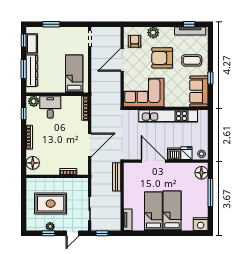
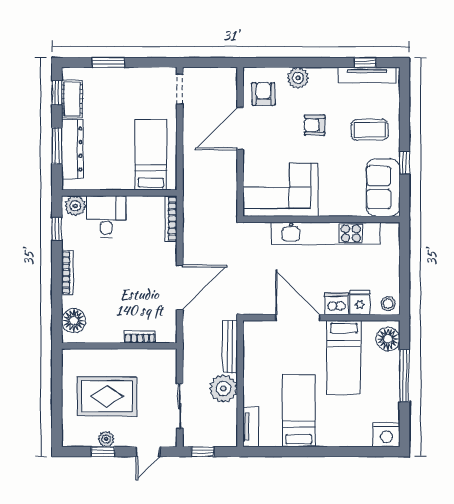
armchair: (162, 58) -> (315, 125), width x0.53, depth x0.53
plant: (113, 199) -> (223, 389), added
bed: (172, 211) -> (344, 357), moved, turned 180

